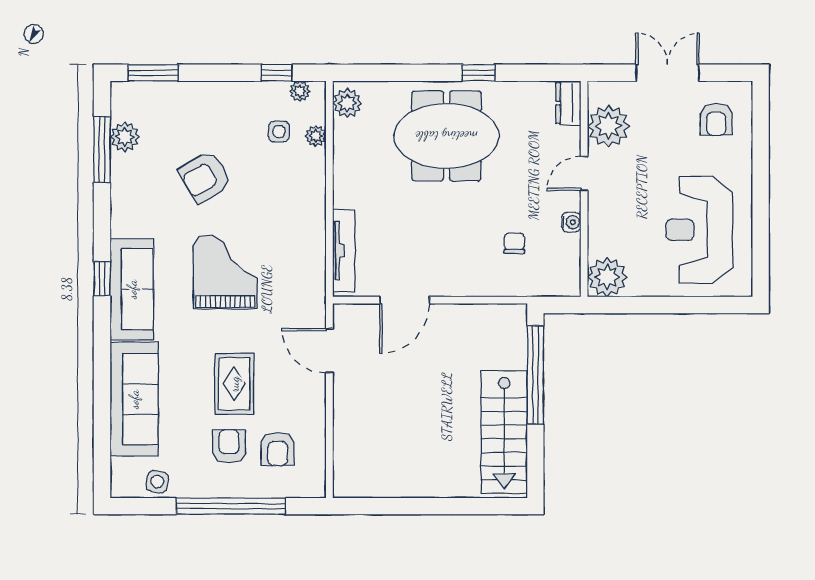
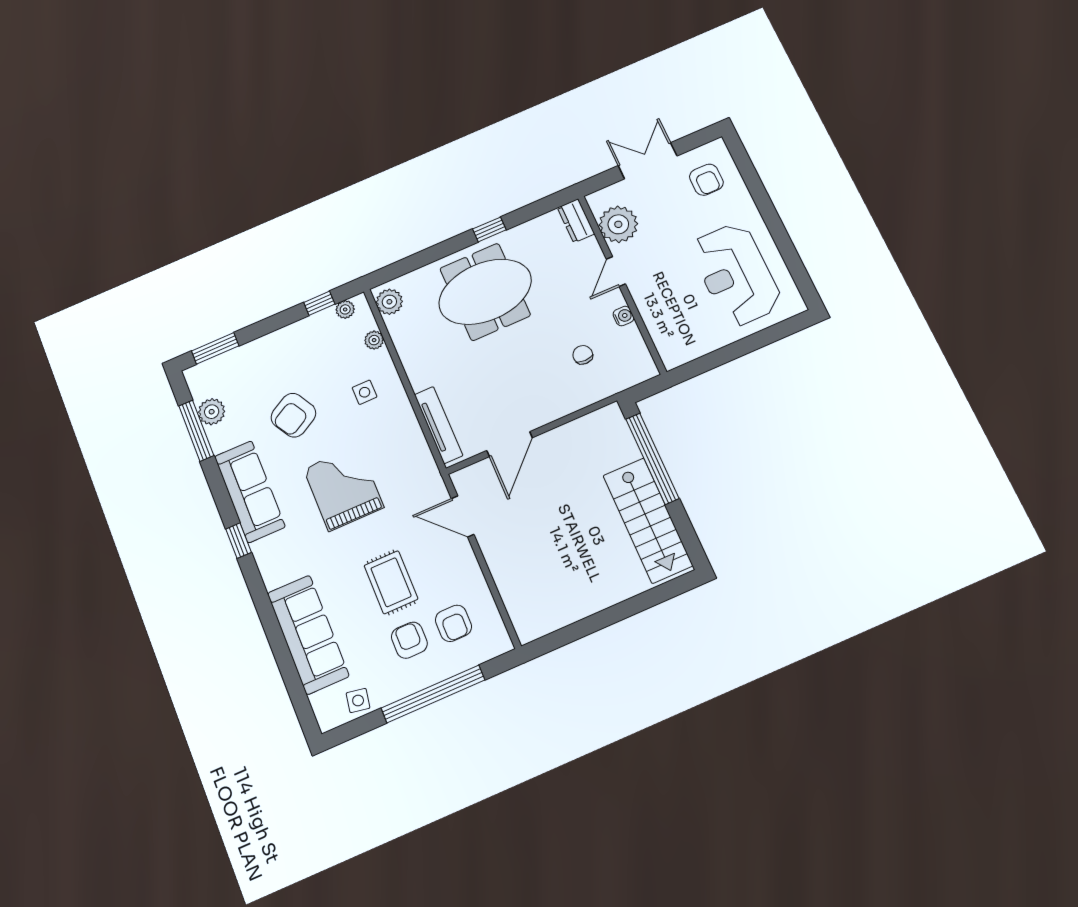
side table: (279, 131) -> (365, 392), moved
plant: (607, 277) -> (676, 348), removed
sofa: (132, 289) -> (250, 492), moved

